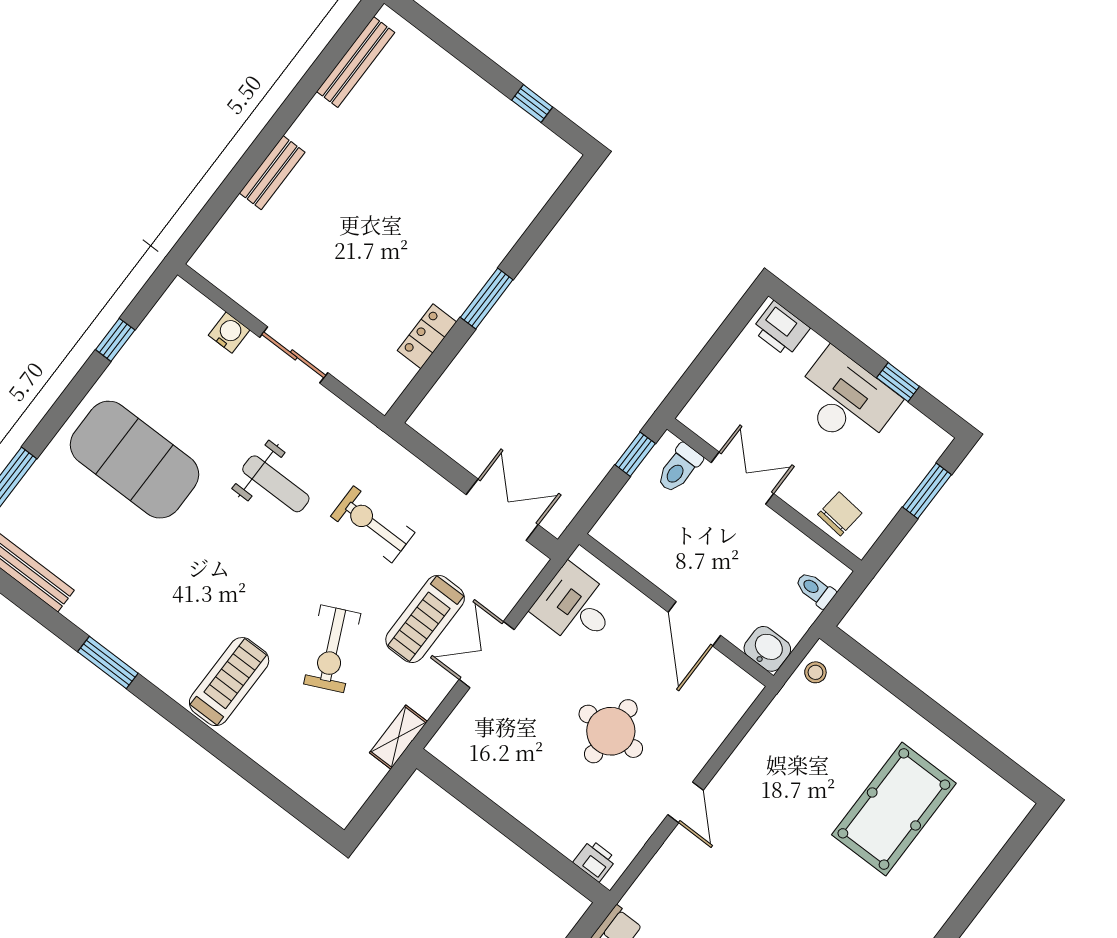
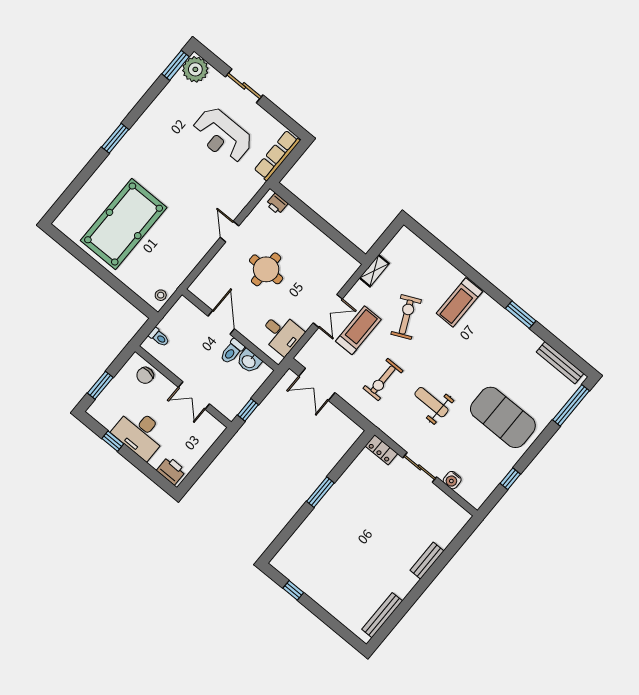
locker: (427, 336) -> (381, 450), moved, turned 90
toilet: (679, 468) -> (232, 351), moved, turned 180
exercise bike: (373, 524) -> (383, 380), turned 90
washbasin: (767, 649) -> (249, 361), moved
pool table: (894, 809) -> (124, 224), width x1.36, depth x1.32

